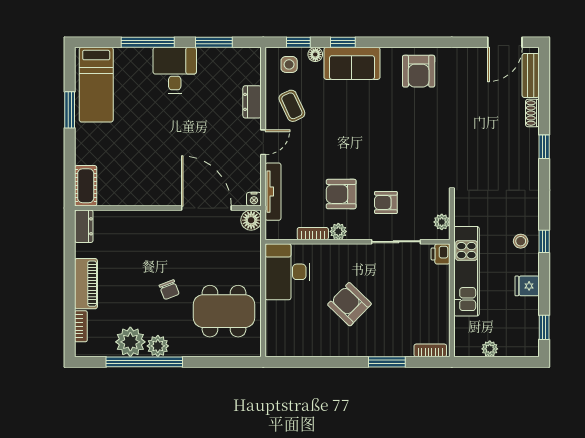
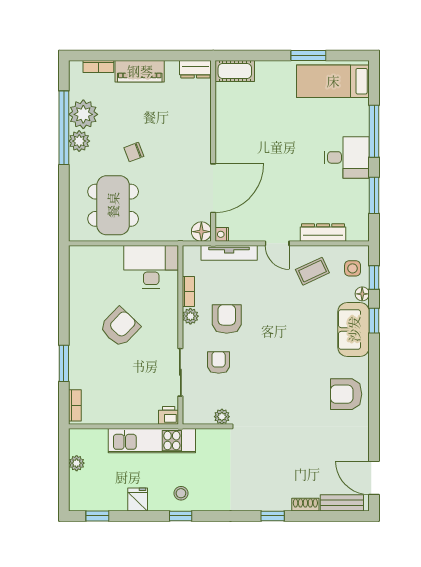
dresser: (252, 102) -> (323, 233), width x1.44
plant: (442, 222) -> (222, 417), moved

